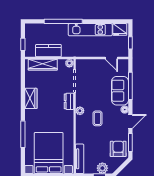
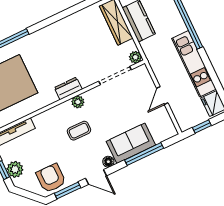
door: (111, 58) -> (162, 96), moved
wardrobe: (31, 98) -> (63, 28), removed
dresser: (69, 101) -> (68, 88), moved
armchair: (118, 149) -> (51, 178), turned -90

